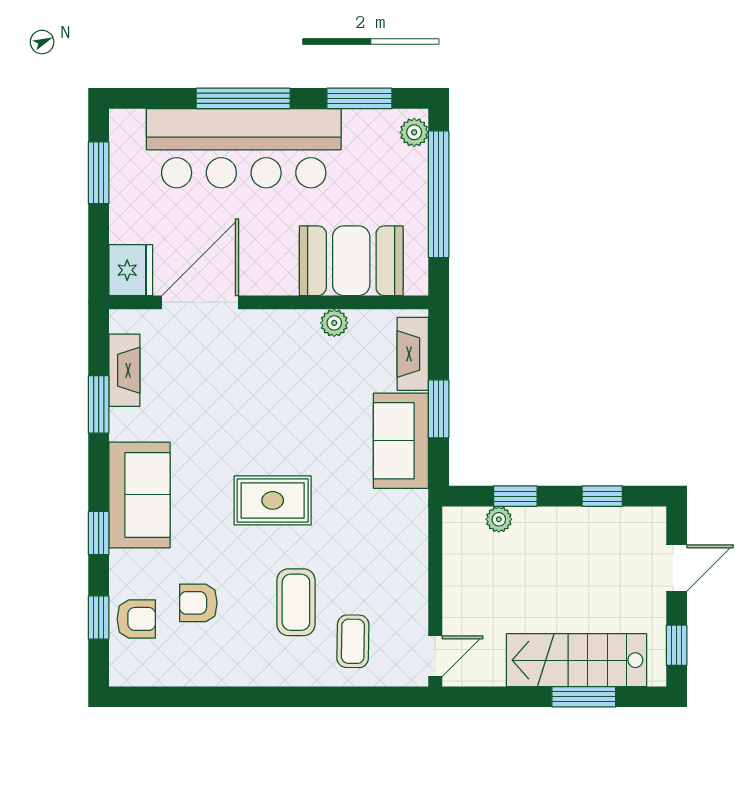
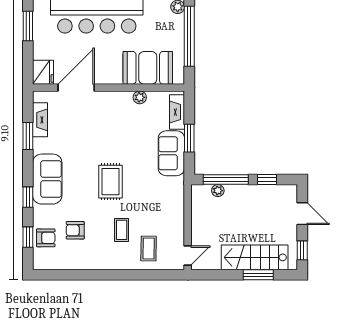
window: (515, 496) -> (226, 180), width x2.17
rug: (273, 500) -> (110, 182), turned 90
door: (677, 568) -> (302, 214), hinge flipped
coffee table: (296, 602) -> (122, 230), width x0.73, depth x0.77

